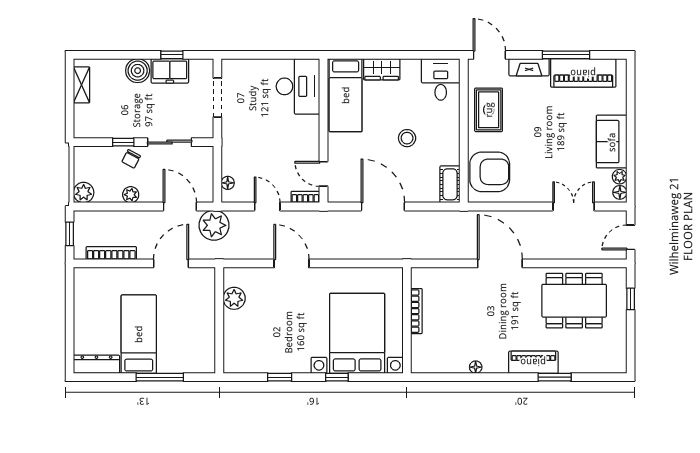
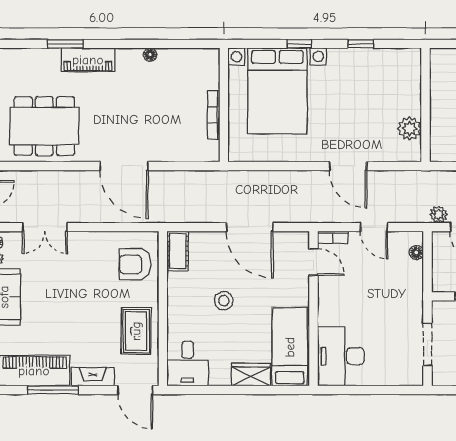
armchair: (490, 172) -> (135, 264), width x0.73, depth x0.73
plant: (214, 225) -> (439, 214), width x0.53, depth x0.53

